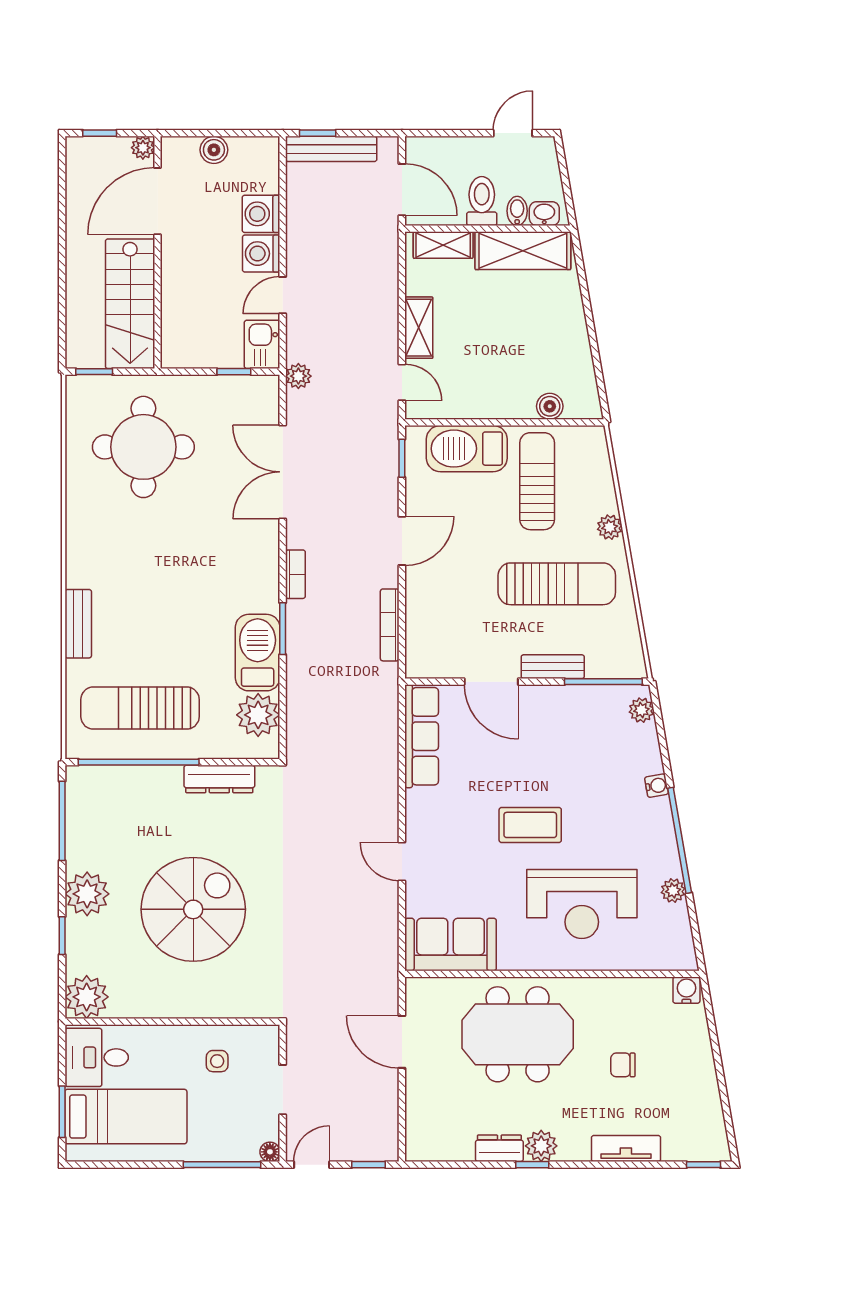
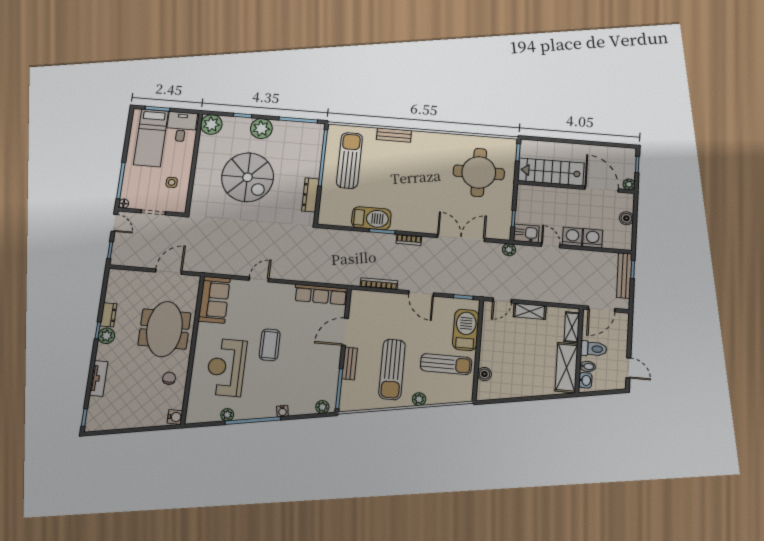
plant: (258, 715) -> (340, 216), removed
chair: (623, 1065) -> (169, 378), moved

